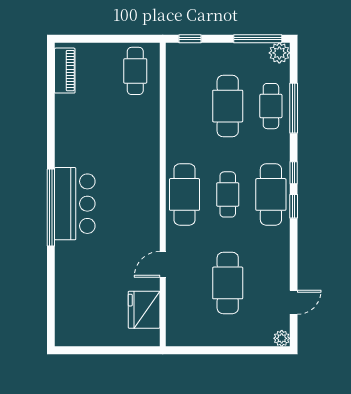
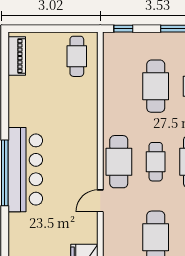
bar counter: (75, 204) -> (25, 170), width x1.36
door: (163, 264) -> (100, 201), moved

